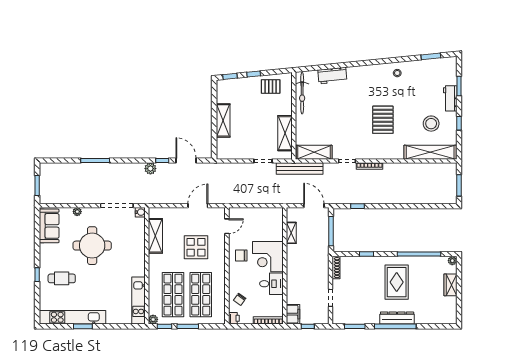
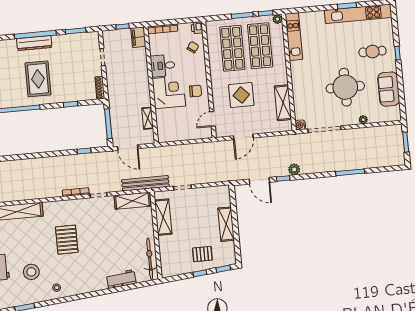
pallet: (271, 86) -> (202, 254), moved
stool: (431, 124) -> (31, 272), moved
sofa: (49, 226) -> (389, 89), moved

